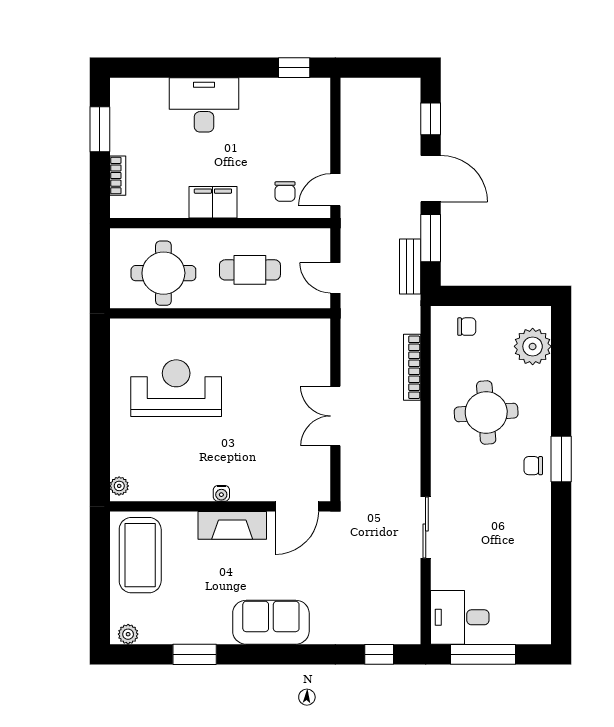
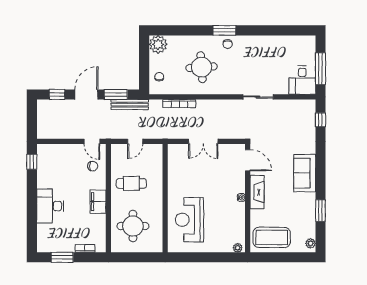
bench: (410, 267) -> (130, 105), width x1.36
cafe table: (250, 270) -> (131, 183), turned 90
wall: (220, 313) -> (165, 198), moved
plant: (533, 346) -> (158, 44), moved

